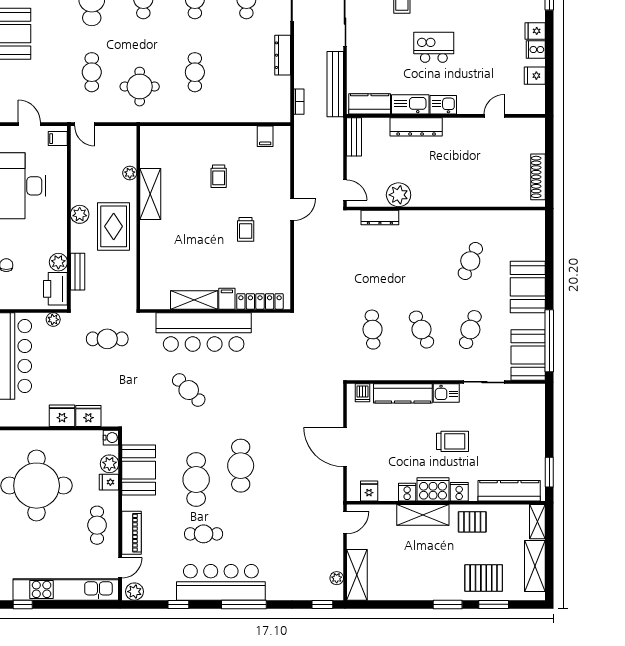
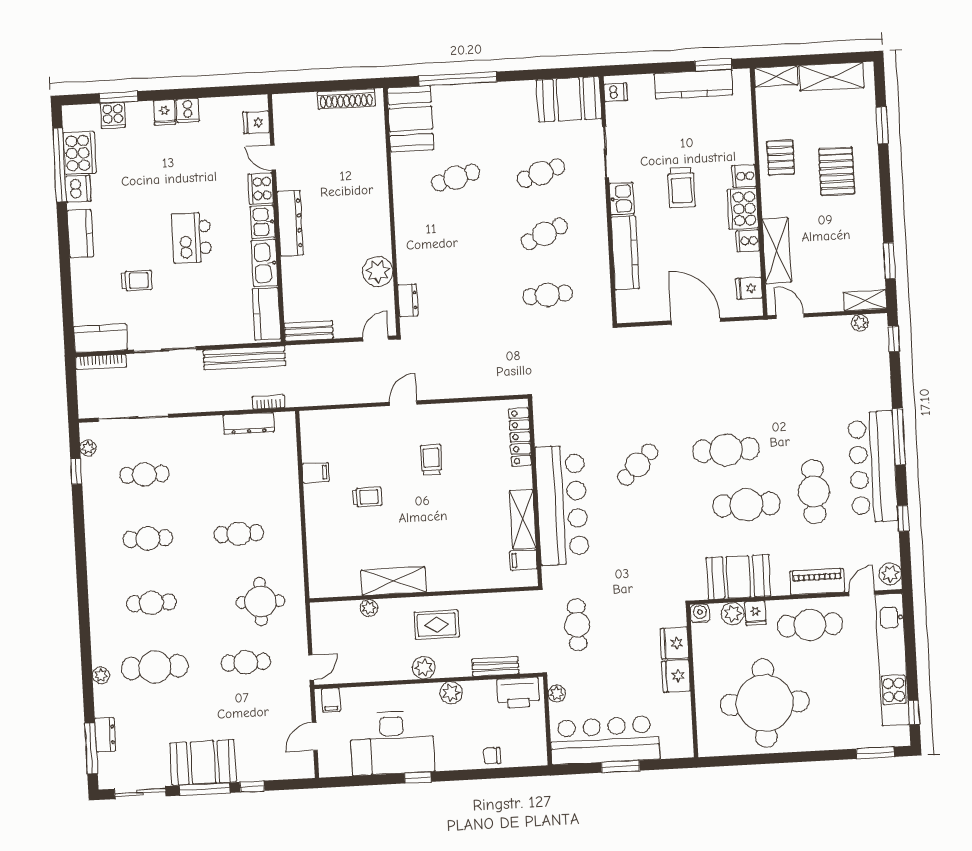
dresser: (283, 55) -> (249, 423), moved
fridge: (535, 76) -> (256, 122), moved, turned 90
cooker: (470, 105) -> (261, 189), added
dresser: (416, 127) -> (290, 223), moved
filing cabinet: (265, 136) -> (316, 473), moved
door: (292, 209) -> (403, 403), hinge flipped
dresser: (380, 217) -> (408, 300), width x0.70
rug: (114, 226) -> (437, 625), width x0.73, depth x0.70
trolley: (246, 229) -> (431, 460), turned -90
cafe table: (470, 261) -> (456, 178), turned -39
plant: (58, 262) -> (451, 693), moved
booth: (528, 287) -> (410, 119), moved, turned 90
filing cabinet: (227, 299) -> (524, 560), moved
cafe table: (470, 330) -> (541, 173), turned -36
window: (549, 341) -> (458, 79), moved
cafe table: (189, 390) -> (638, 465), moved
dishwasher: (362, 393) -> (616, 92), moved
trolley: (453, 441) -> (682, 188), turned 180
door: (345, 447) -> (696, 321), swing flipped
kitchen counter: (509, 491) -> (694, 84), moved, turned -90
shelving: (423, 515) -> (777, 251), moved
cafe table: (97, 525) -> (810, 625), width x1.37, depth x1.35
cafe table: (204, 534) -> (814, 492), width x1.37, depth x1.35
door: (120, 568) -> (862, 593), hinge flipped
shelving: (357, 575) -> (865, 300), width x0.67, depth x0.75
pallet: (484, 578) -> (837, 171), moved
window: (448, 604) -> (889, 261), moved

